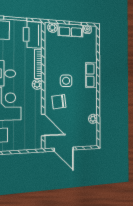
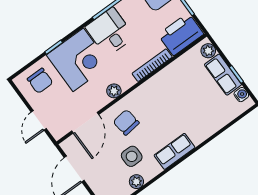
row of seats: (91, 75) -> (174, 151), moved
side table: (66, 81) -> (132, 156), moved
plant: (37, 85) -> (114, 91), moved
door: (23, 152) -> (39, 120), added

